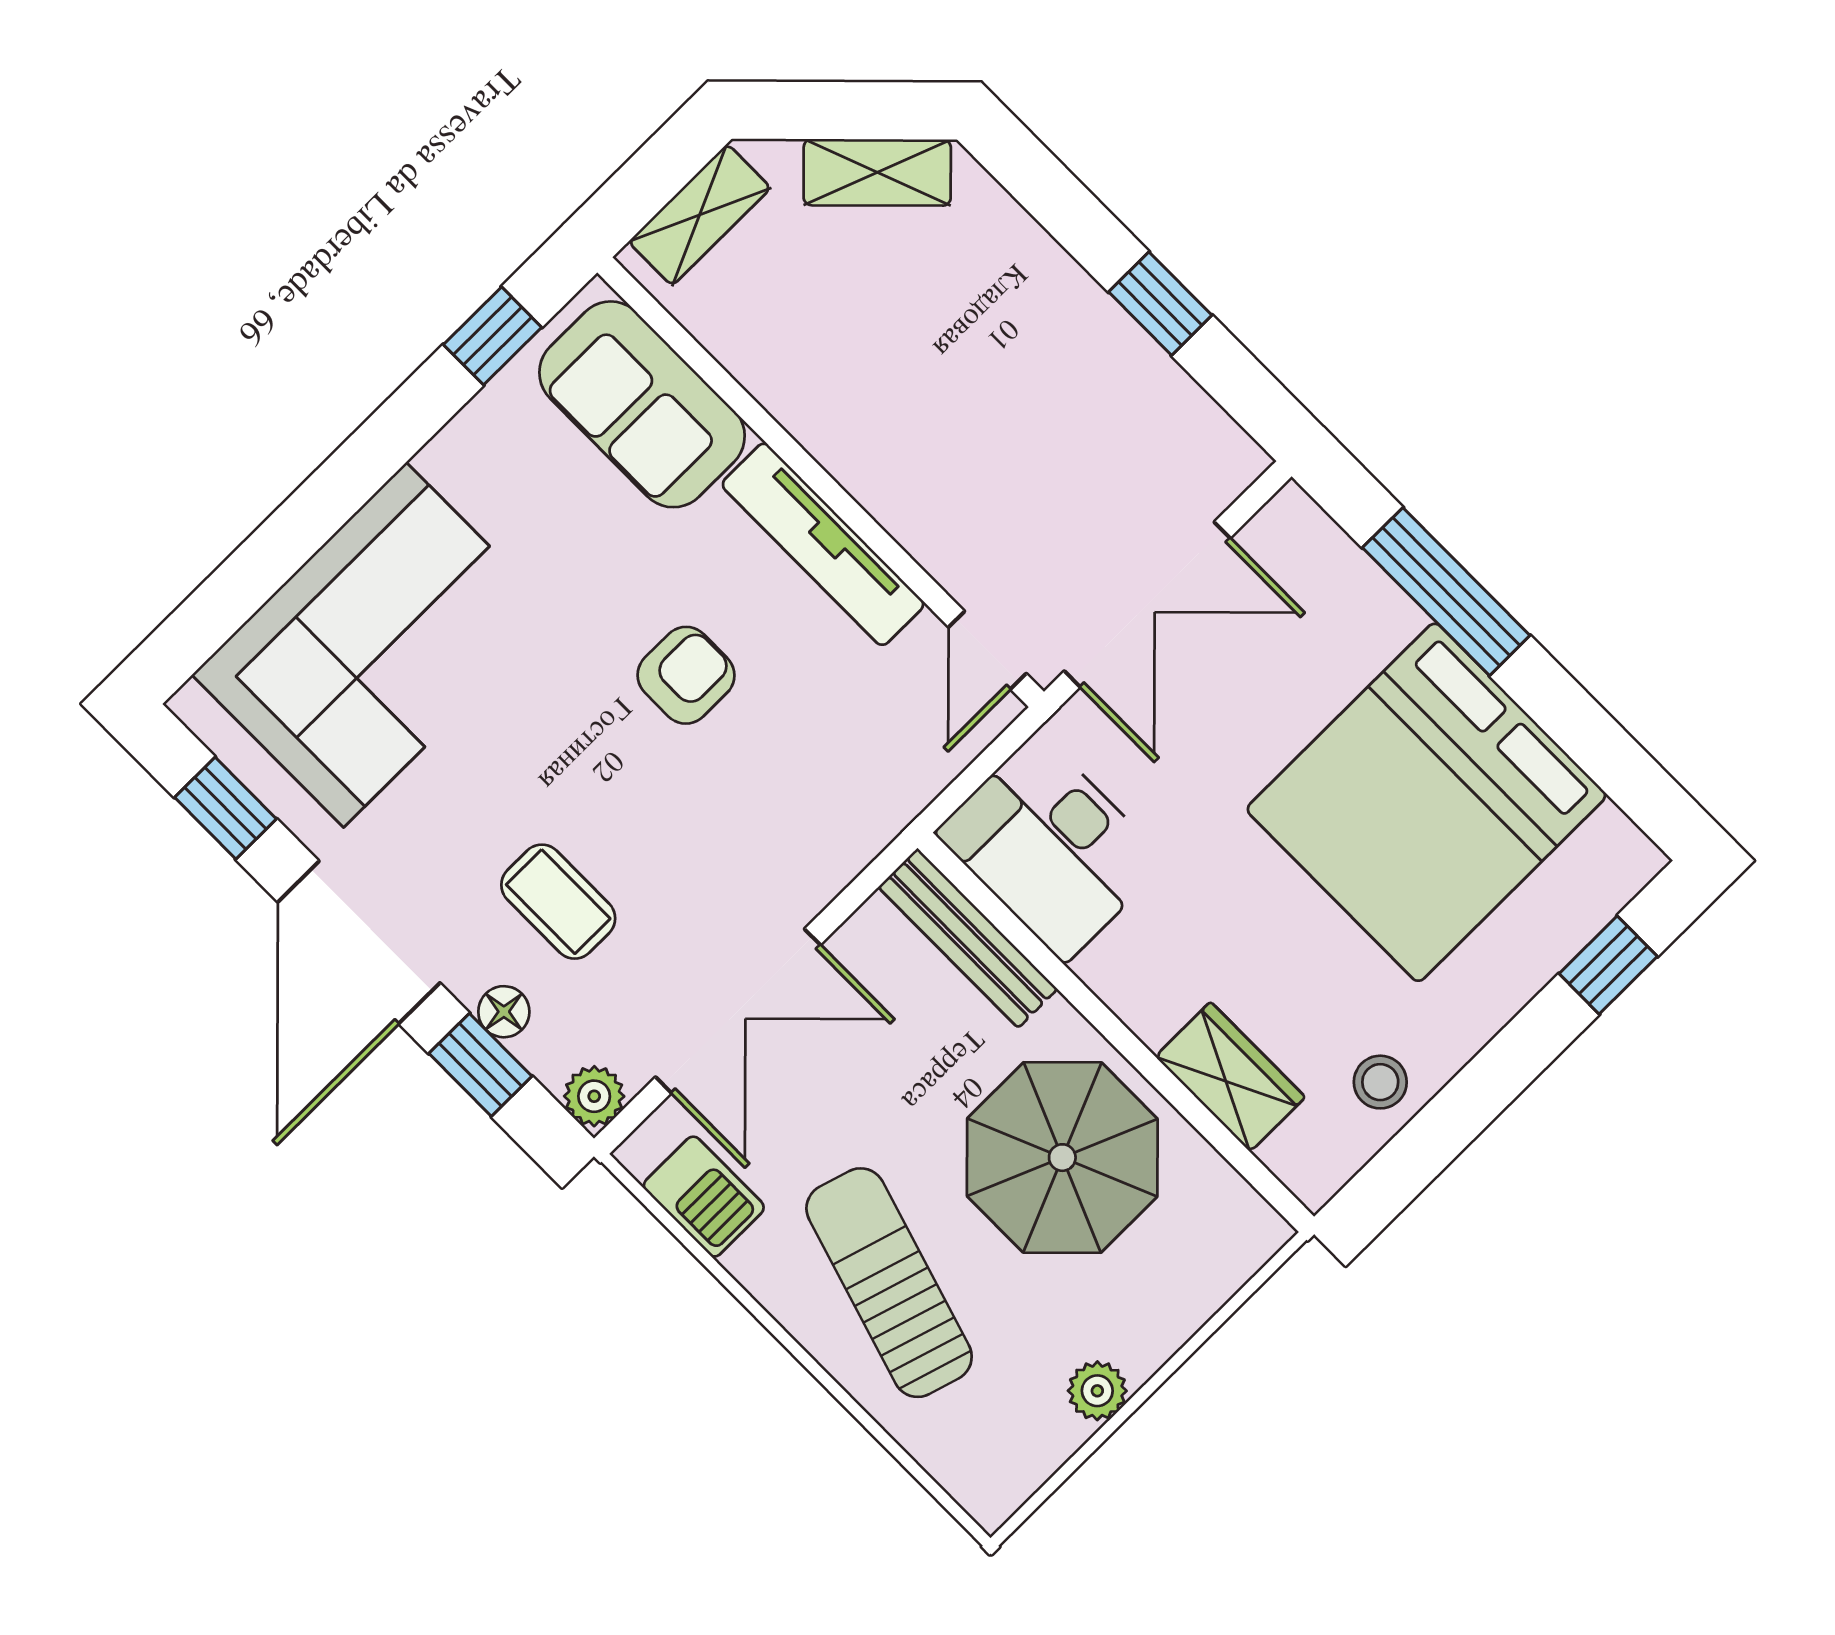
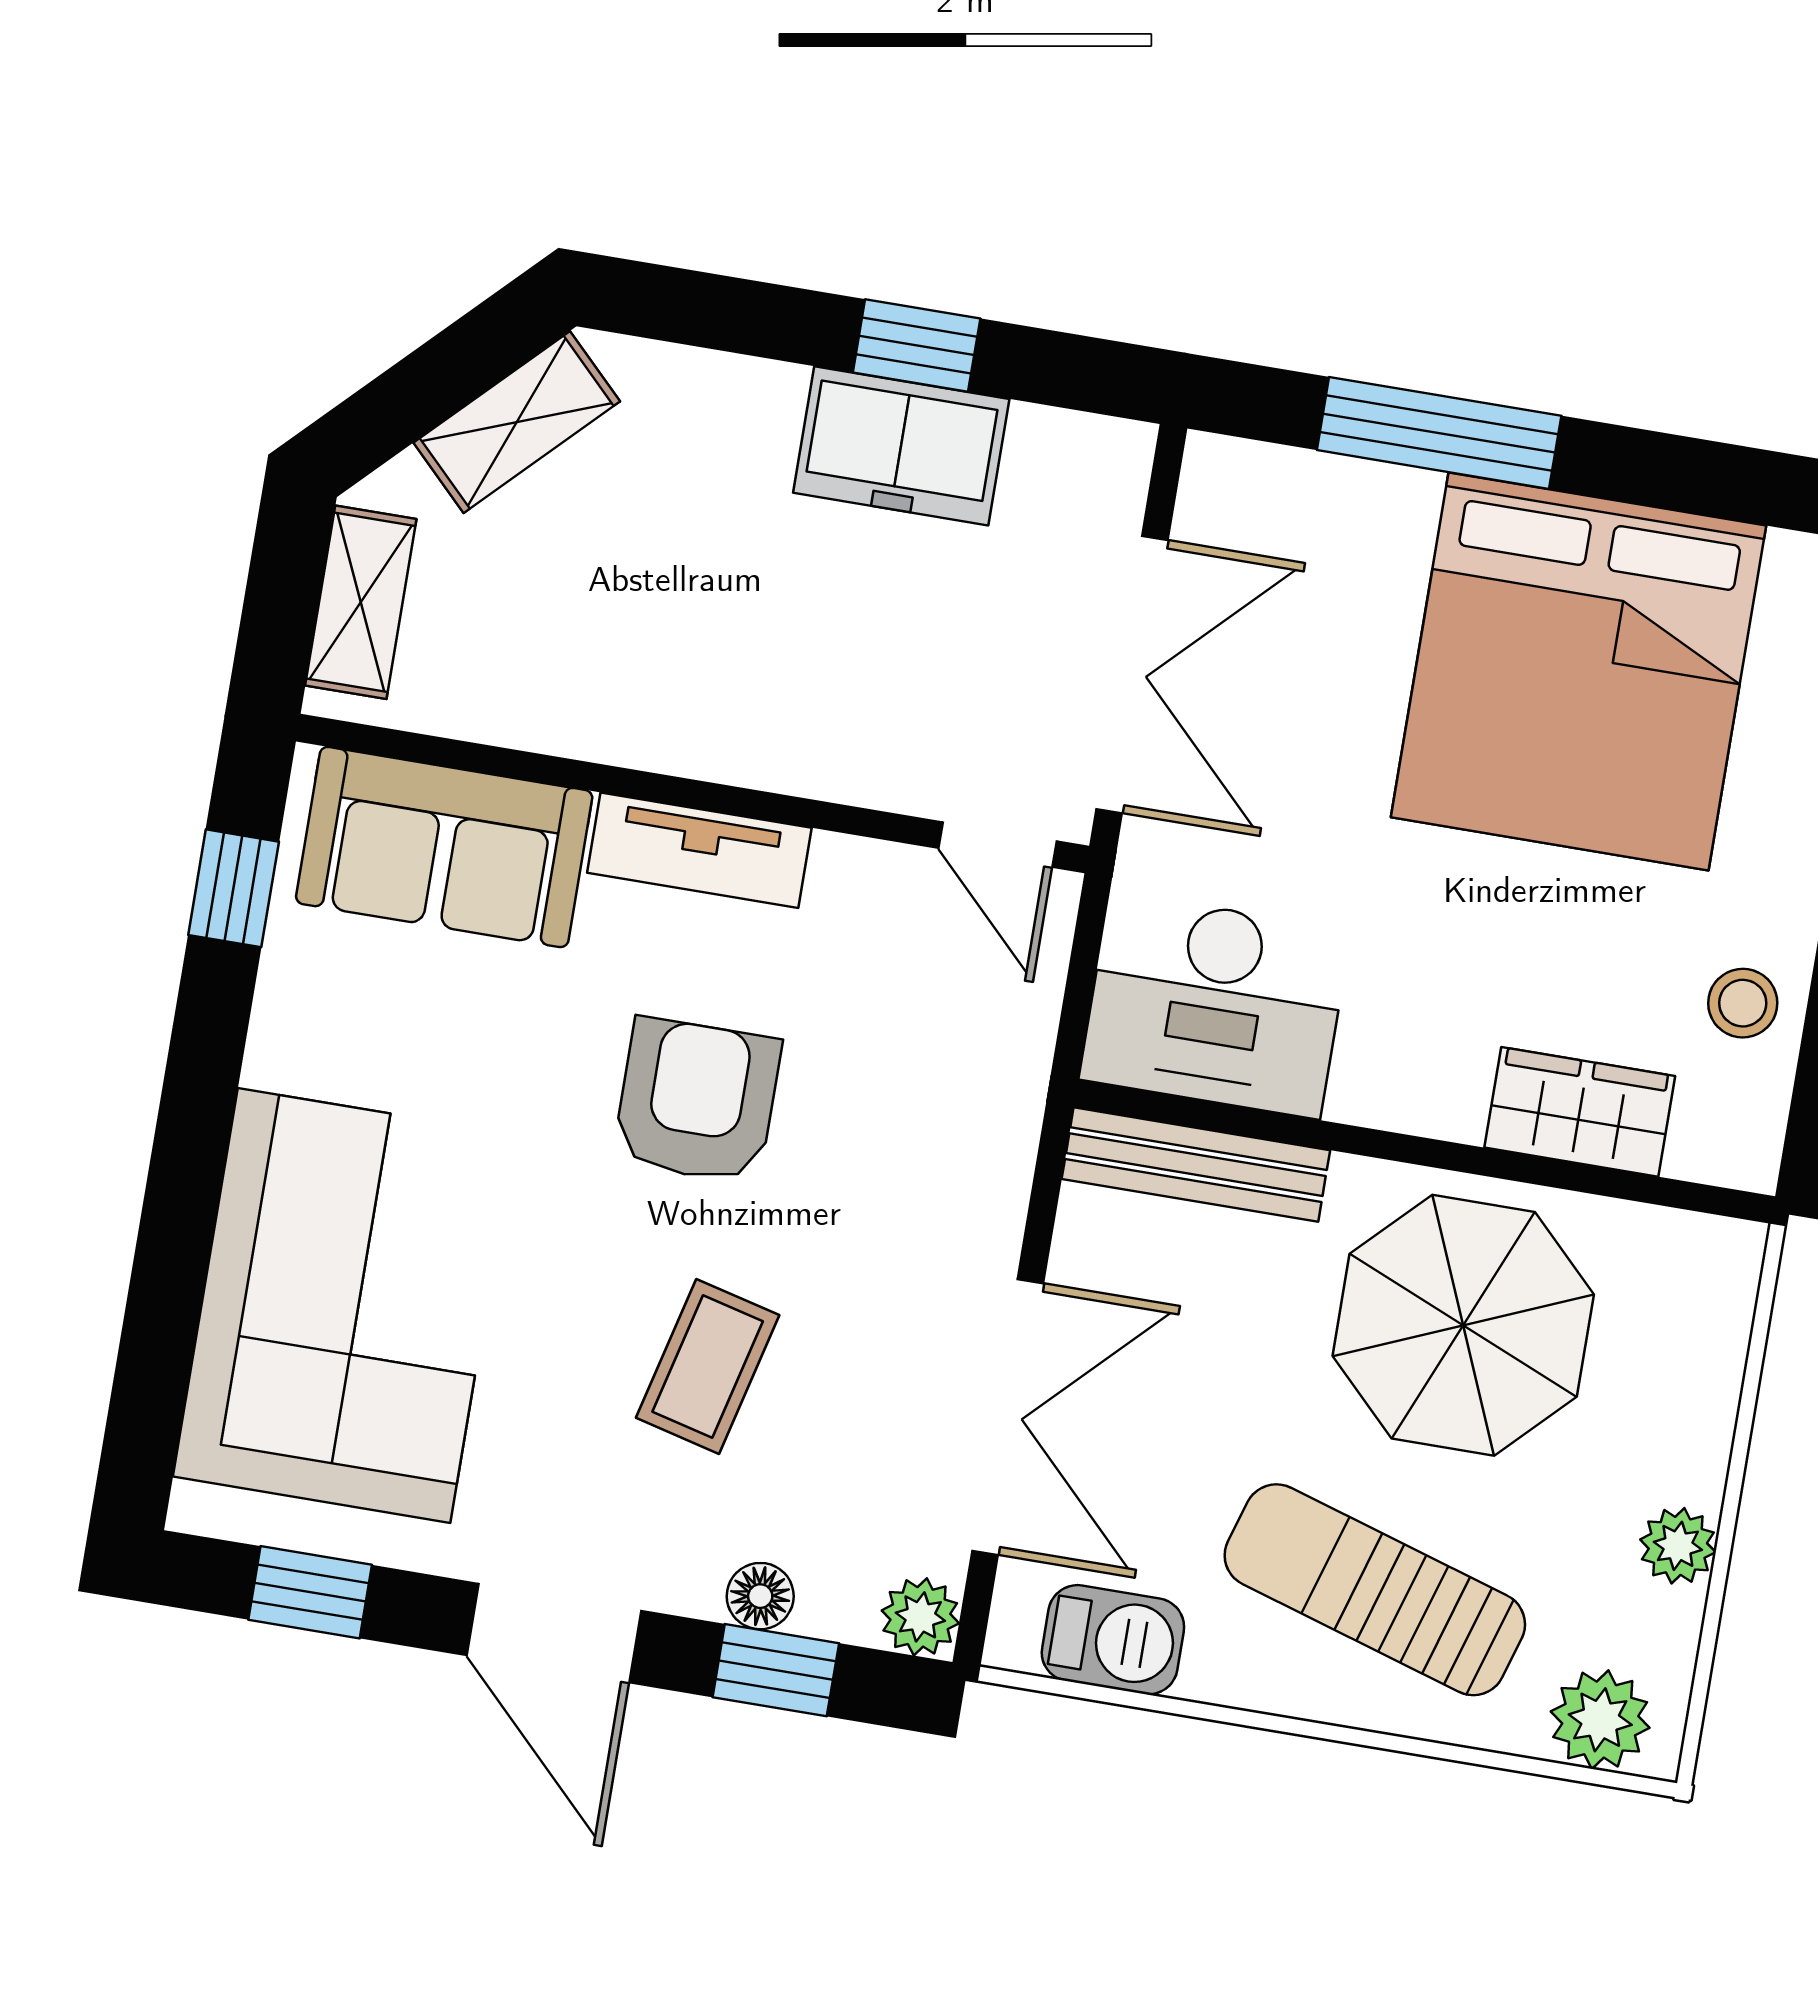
freezer: (1106, 359) -> (901, 446), added
tv unit: (823, 544) -> (699, 850), width x0.71
armchair: (686, 675) -> (697, 1101), width x1.38, depth x1.38
coffee table: (558, 902) -> (708, 1366), moved, turned -76
door: (359, 942) -> (554, 1633), width x0.73
plant: (971, 1464) -> (1600, 1720), added

